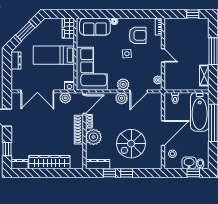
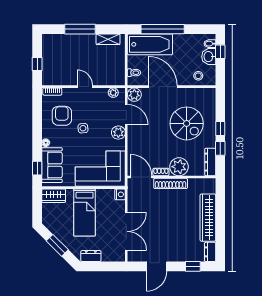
window: (92, 14) -> (37, 168), added
window: (193, 14) -> (37, 64), moved
door: (163, 55) -> (85, 87), hinge flipped
plant: (65, 98) -> (134, 199), removed
plant: (122, 98) -> (134, 95), moved
door: (163, 133) -> (163, 87), moved

